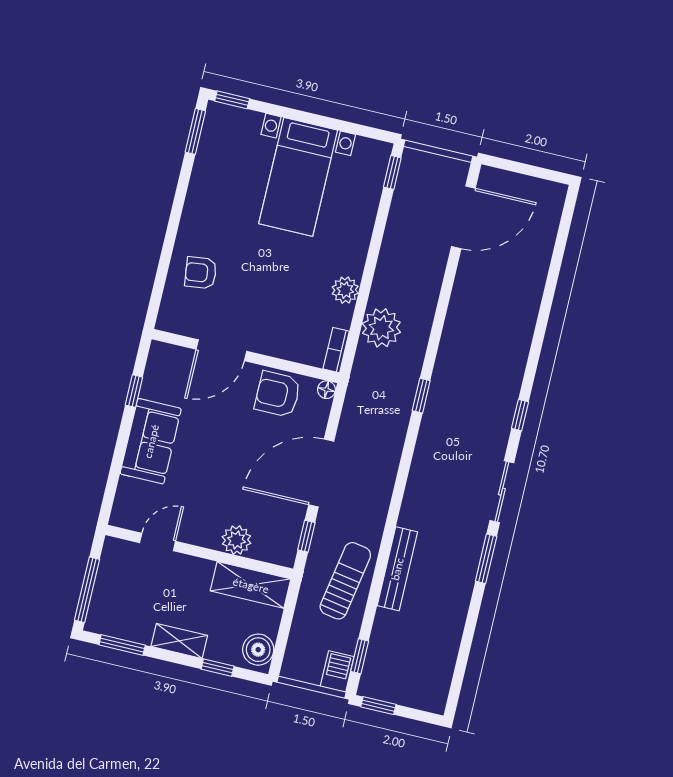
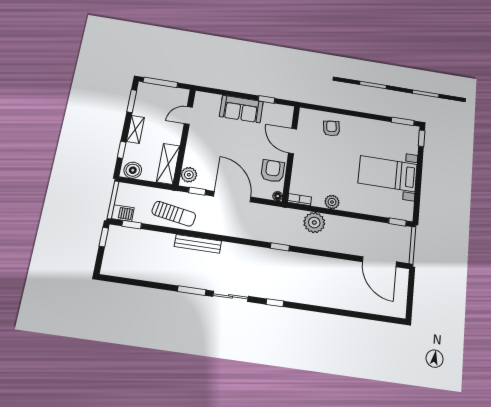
plant: (236, 540) -> (189, 175), moved
door: (158, 542) -> (188, 115), swing flipped
bench: (397, 569) -> (198, 244), moved

